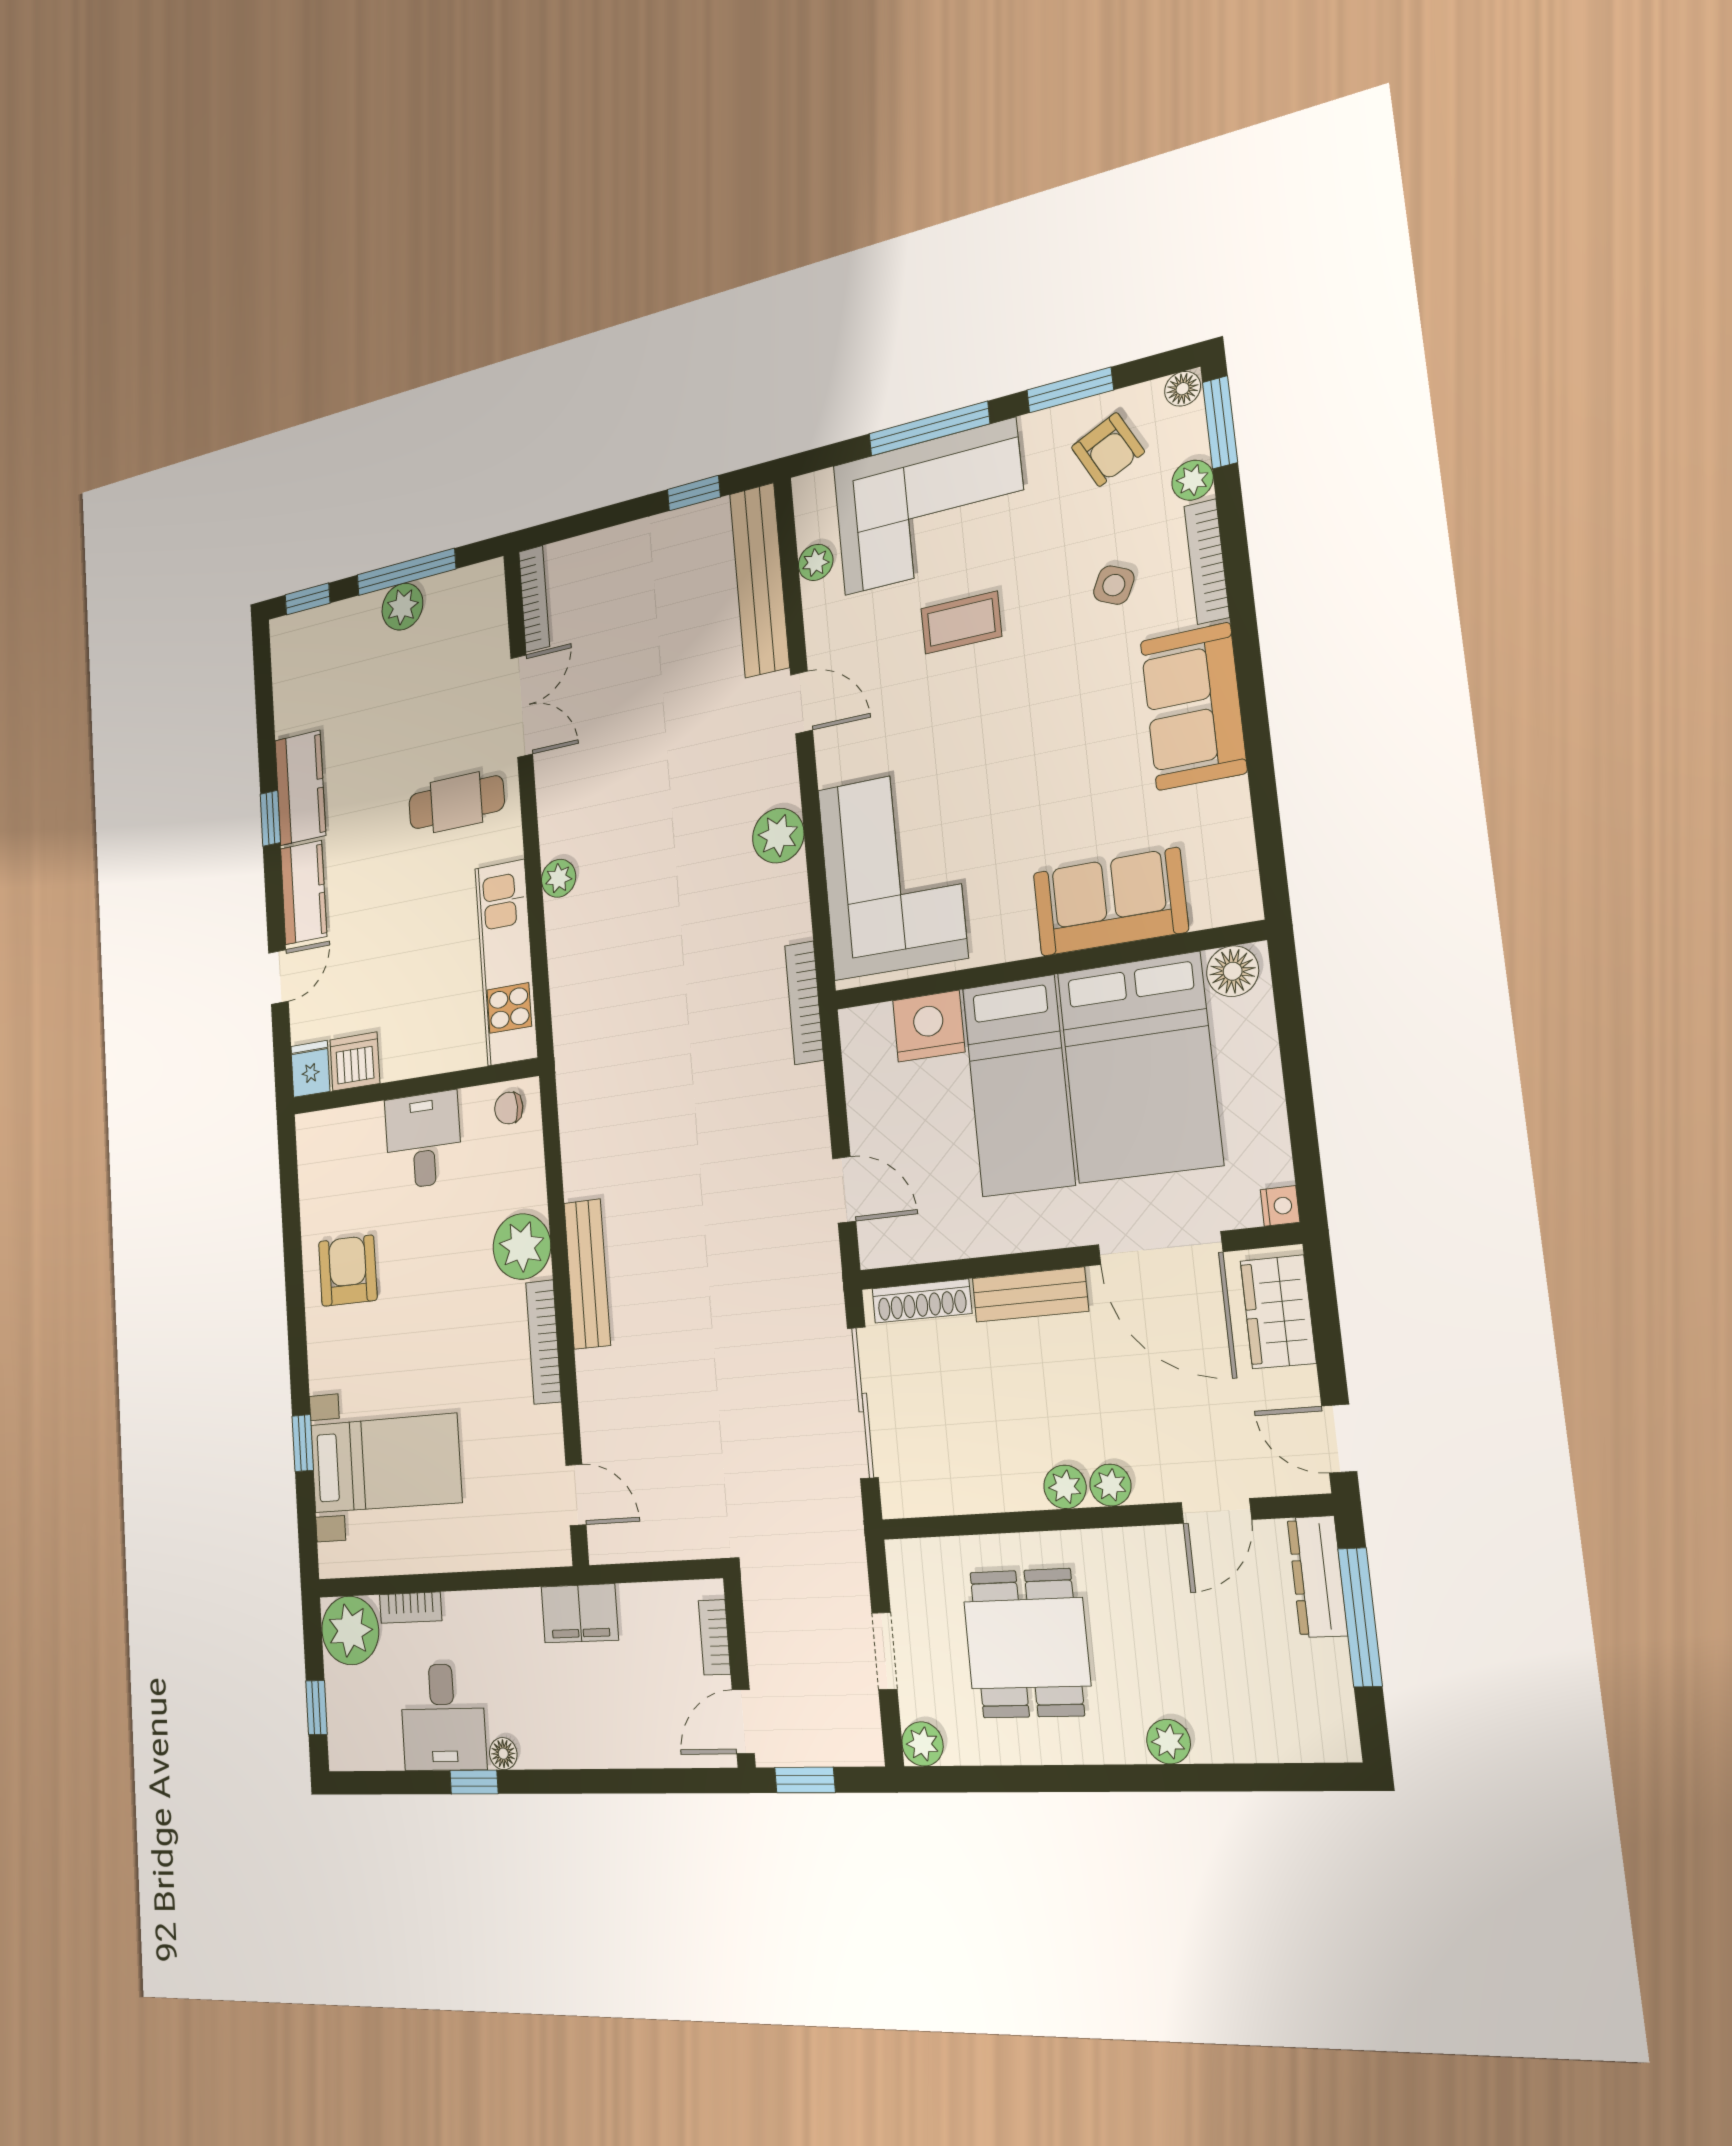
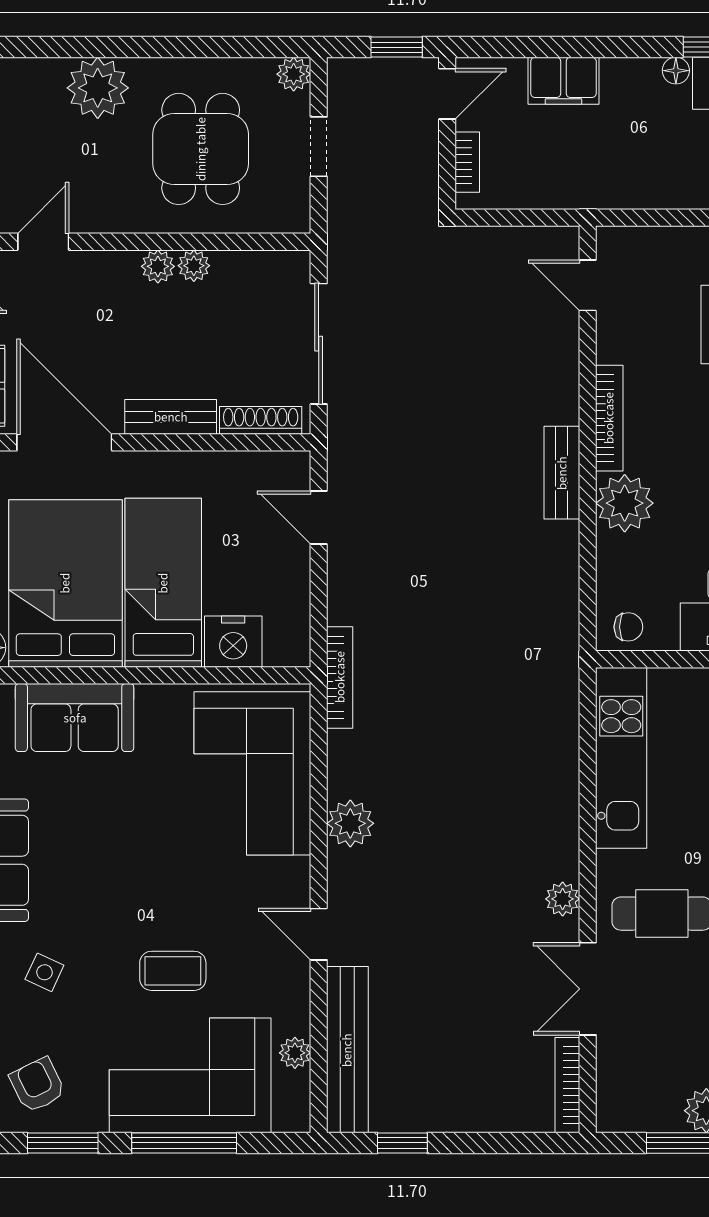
plant: (559, 878) -> (563, 899), moved
bench: (587, 1274) -> (562, 473), width x0.73
plant: (1110, 1485) -> (194, 266), moved
filing cabinet: (580, 1613) -> (563, 81), moved, turned 180
plant: (1168, 1742) -> (98, 88), width x1.88, depth x1.88

